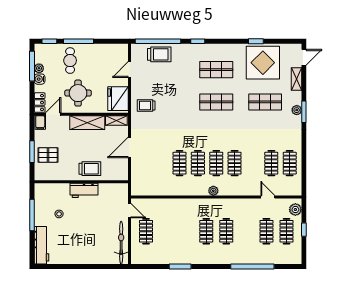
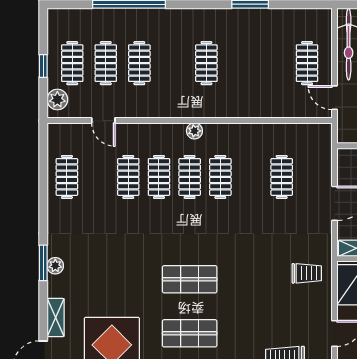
shop shelf: (265, 102) -> (108, 279), removed
clothes rail: (180, 163) -> (282, 177), moved
clothes rail: (271, 163) -> (128, 177), moved
clothes rail: (226, 231) -> (139, 63), moved

